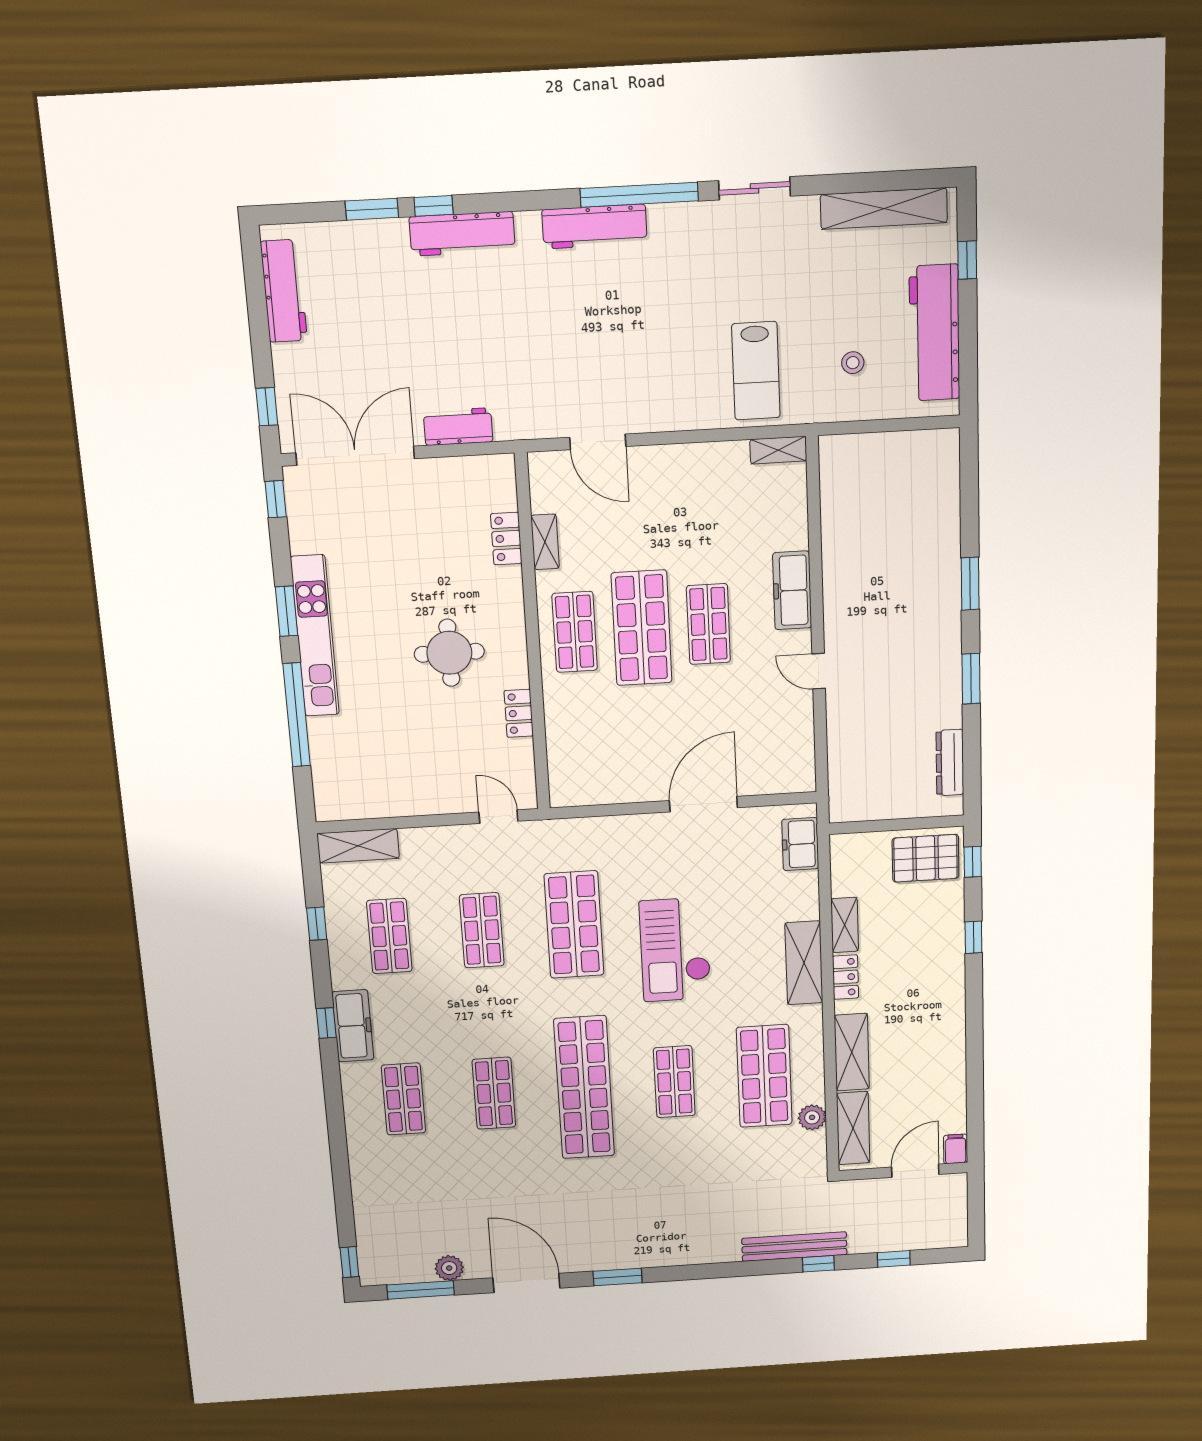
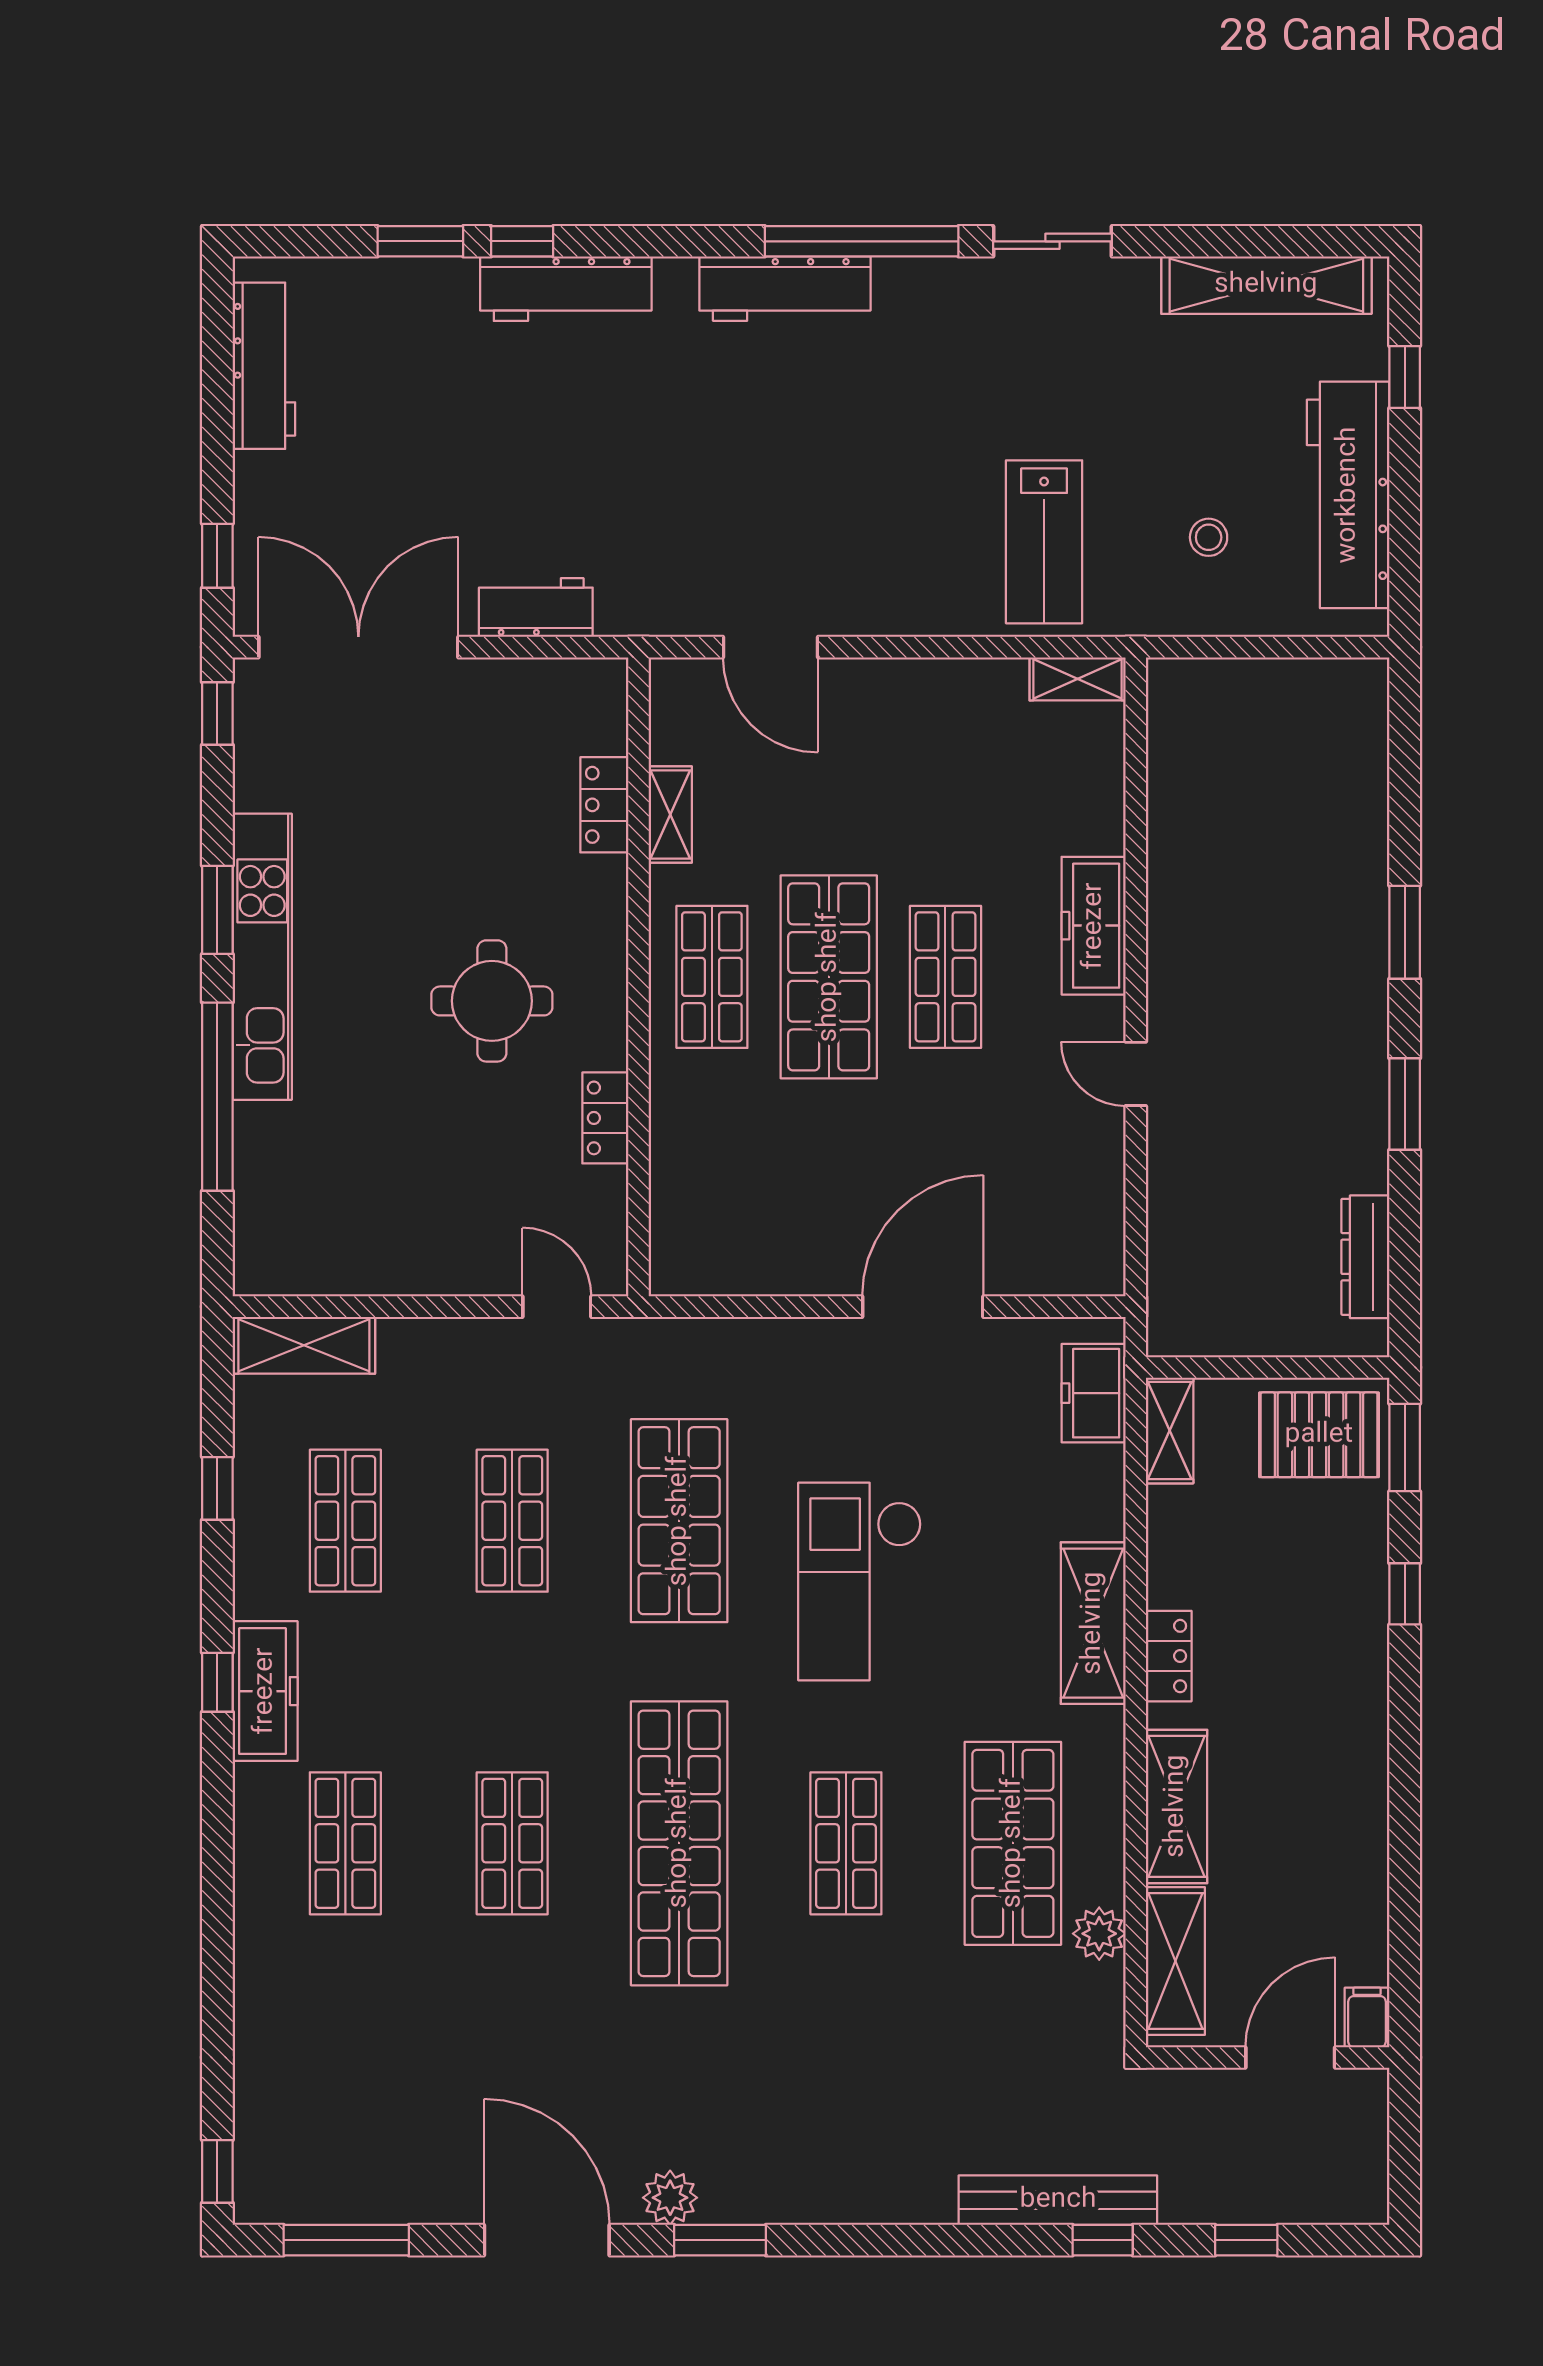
window: (973, 862) -> (1405, 1447), width x1.50
shelving: (845, 925) -> (1170, 1430), moved
plant: (449, 1268) -> (670, 2198), moved

